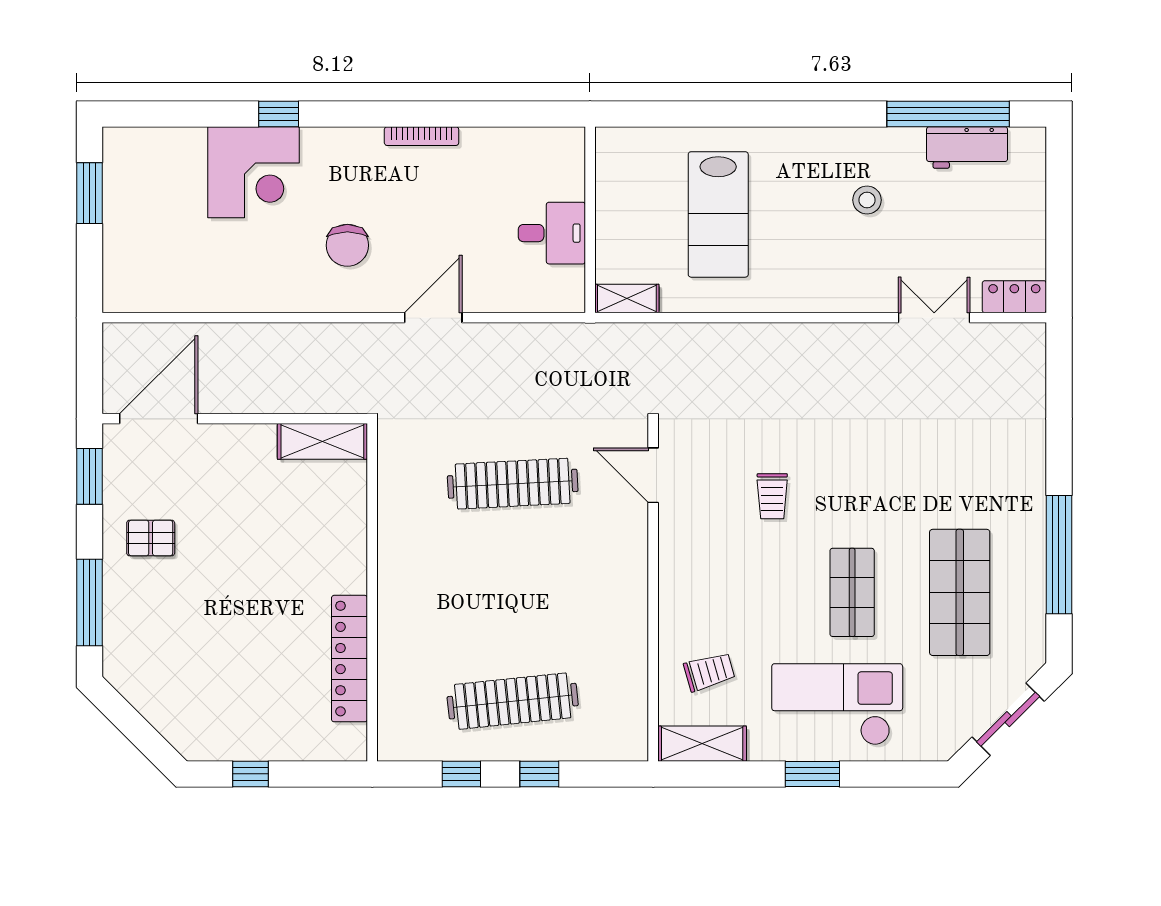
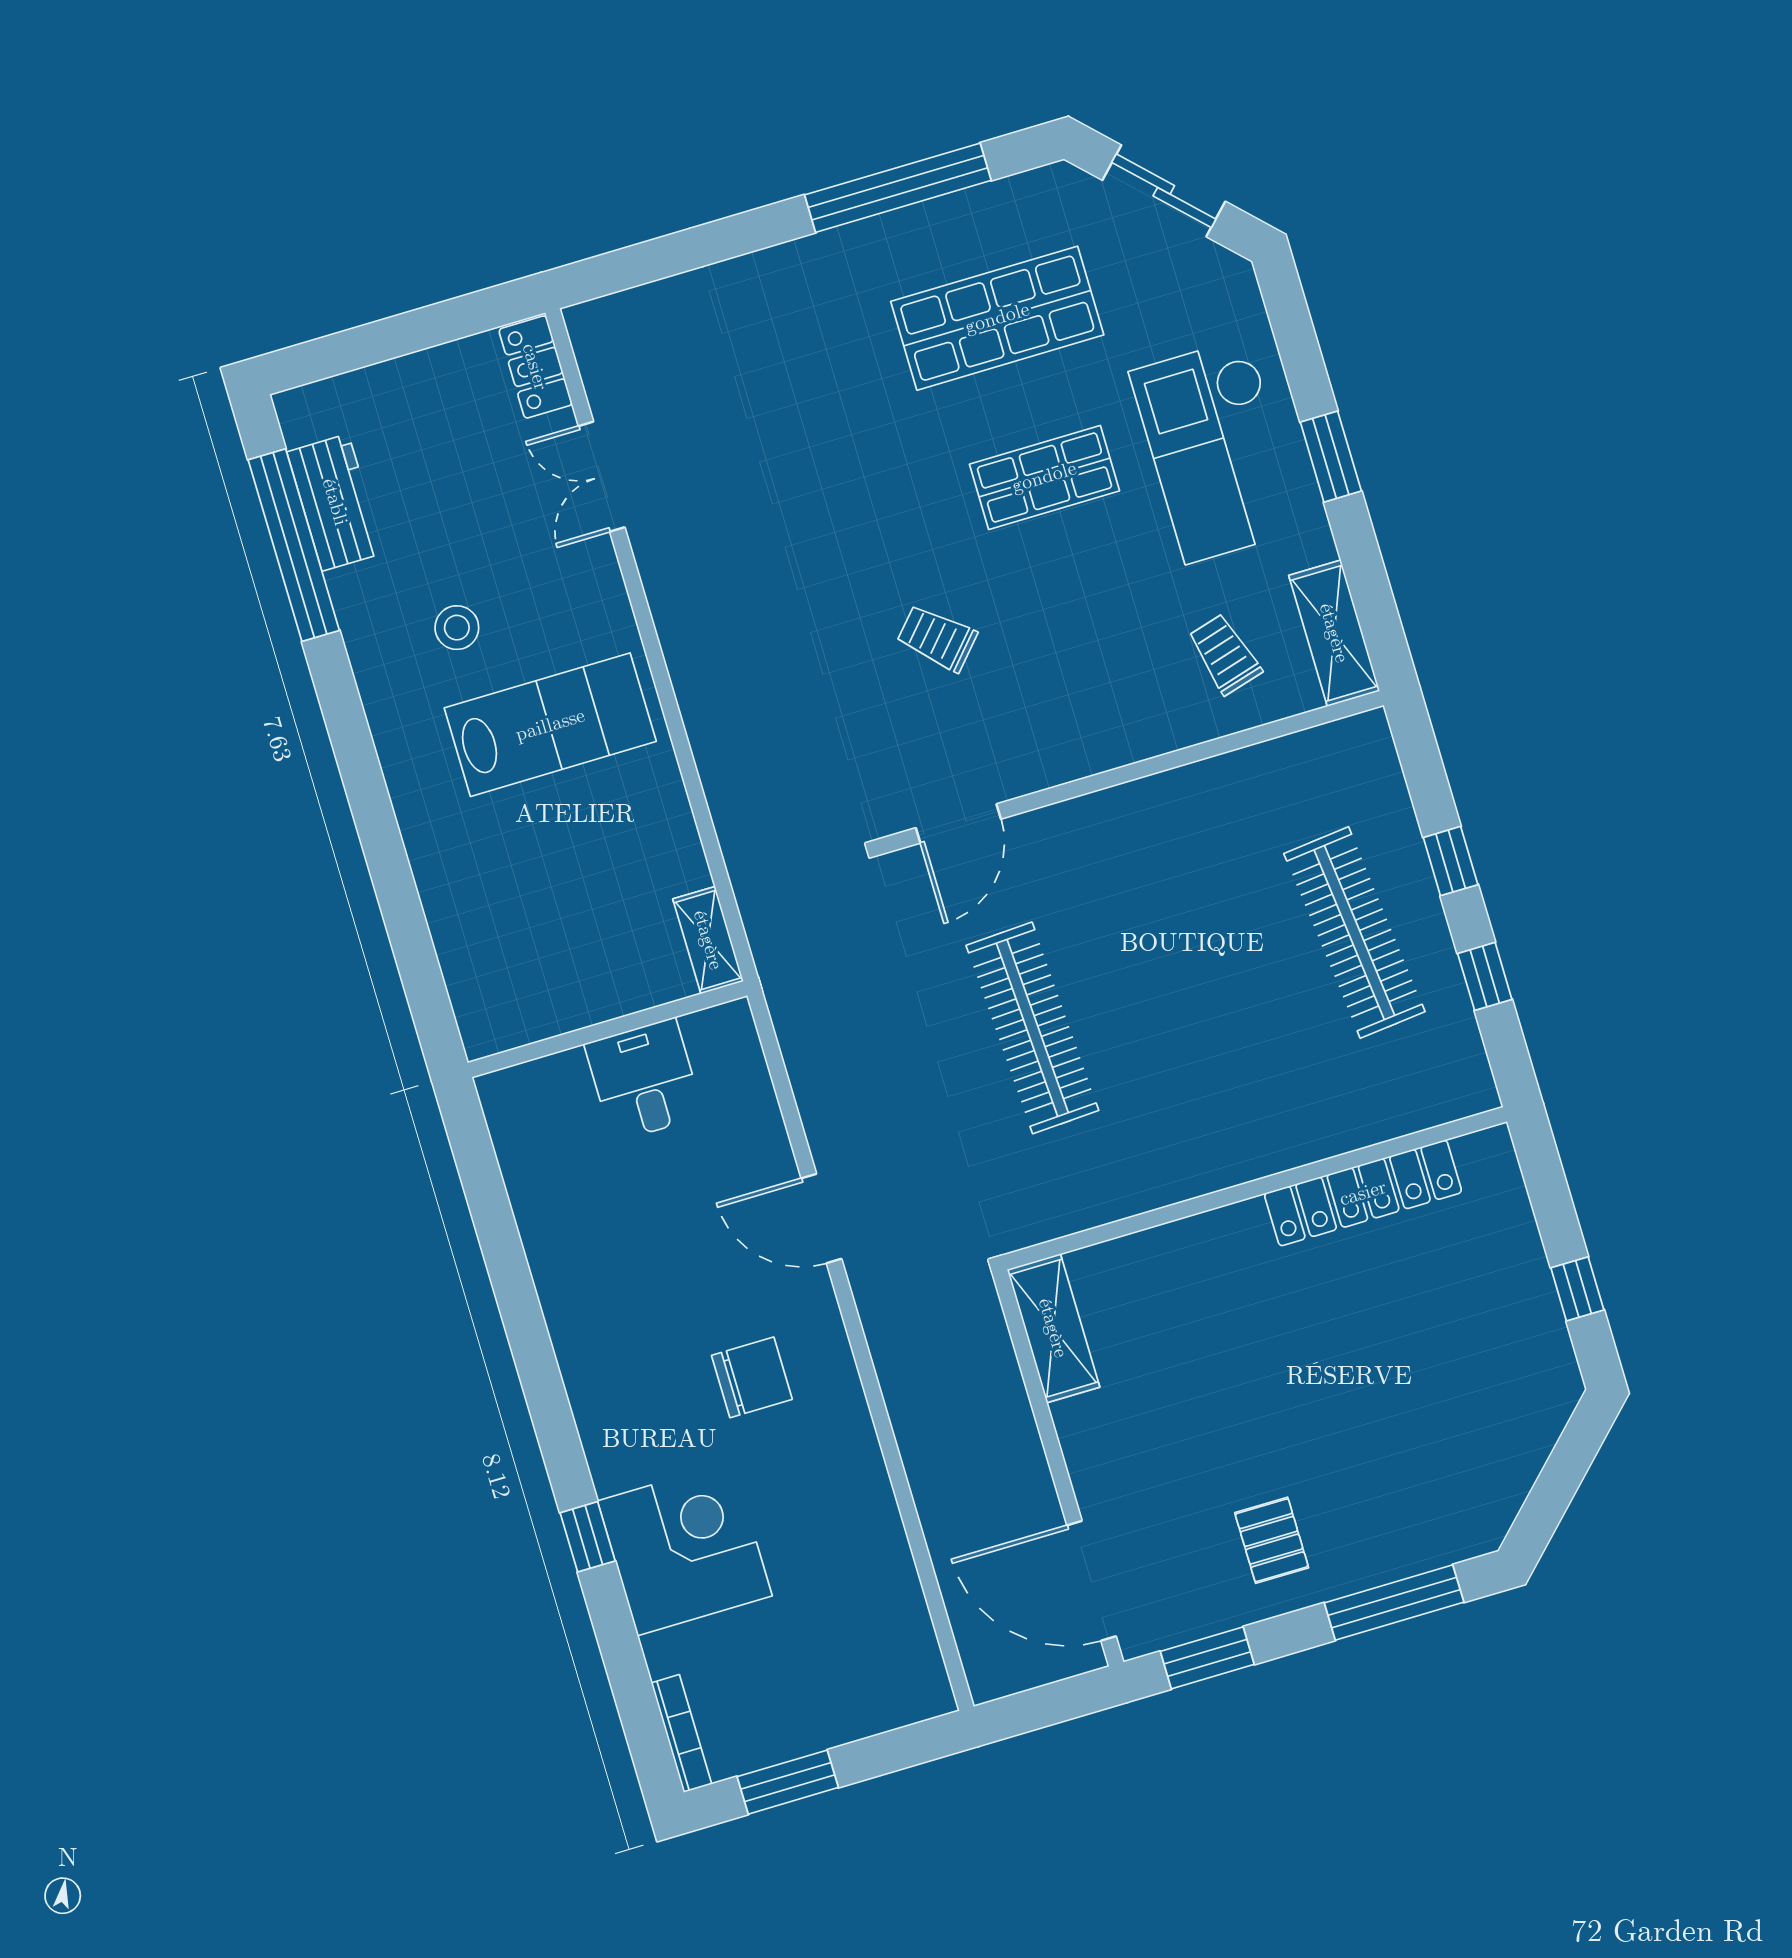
bookcase: (422, 136) -> (681, 1734), moved
lab bench: (718, 214) -> (550, 725), moved
trolley: (772, 496) -> (937, 638), turned -138

